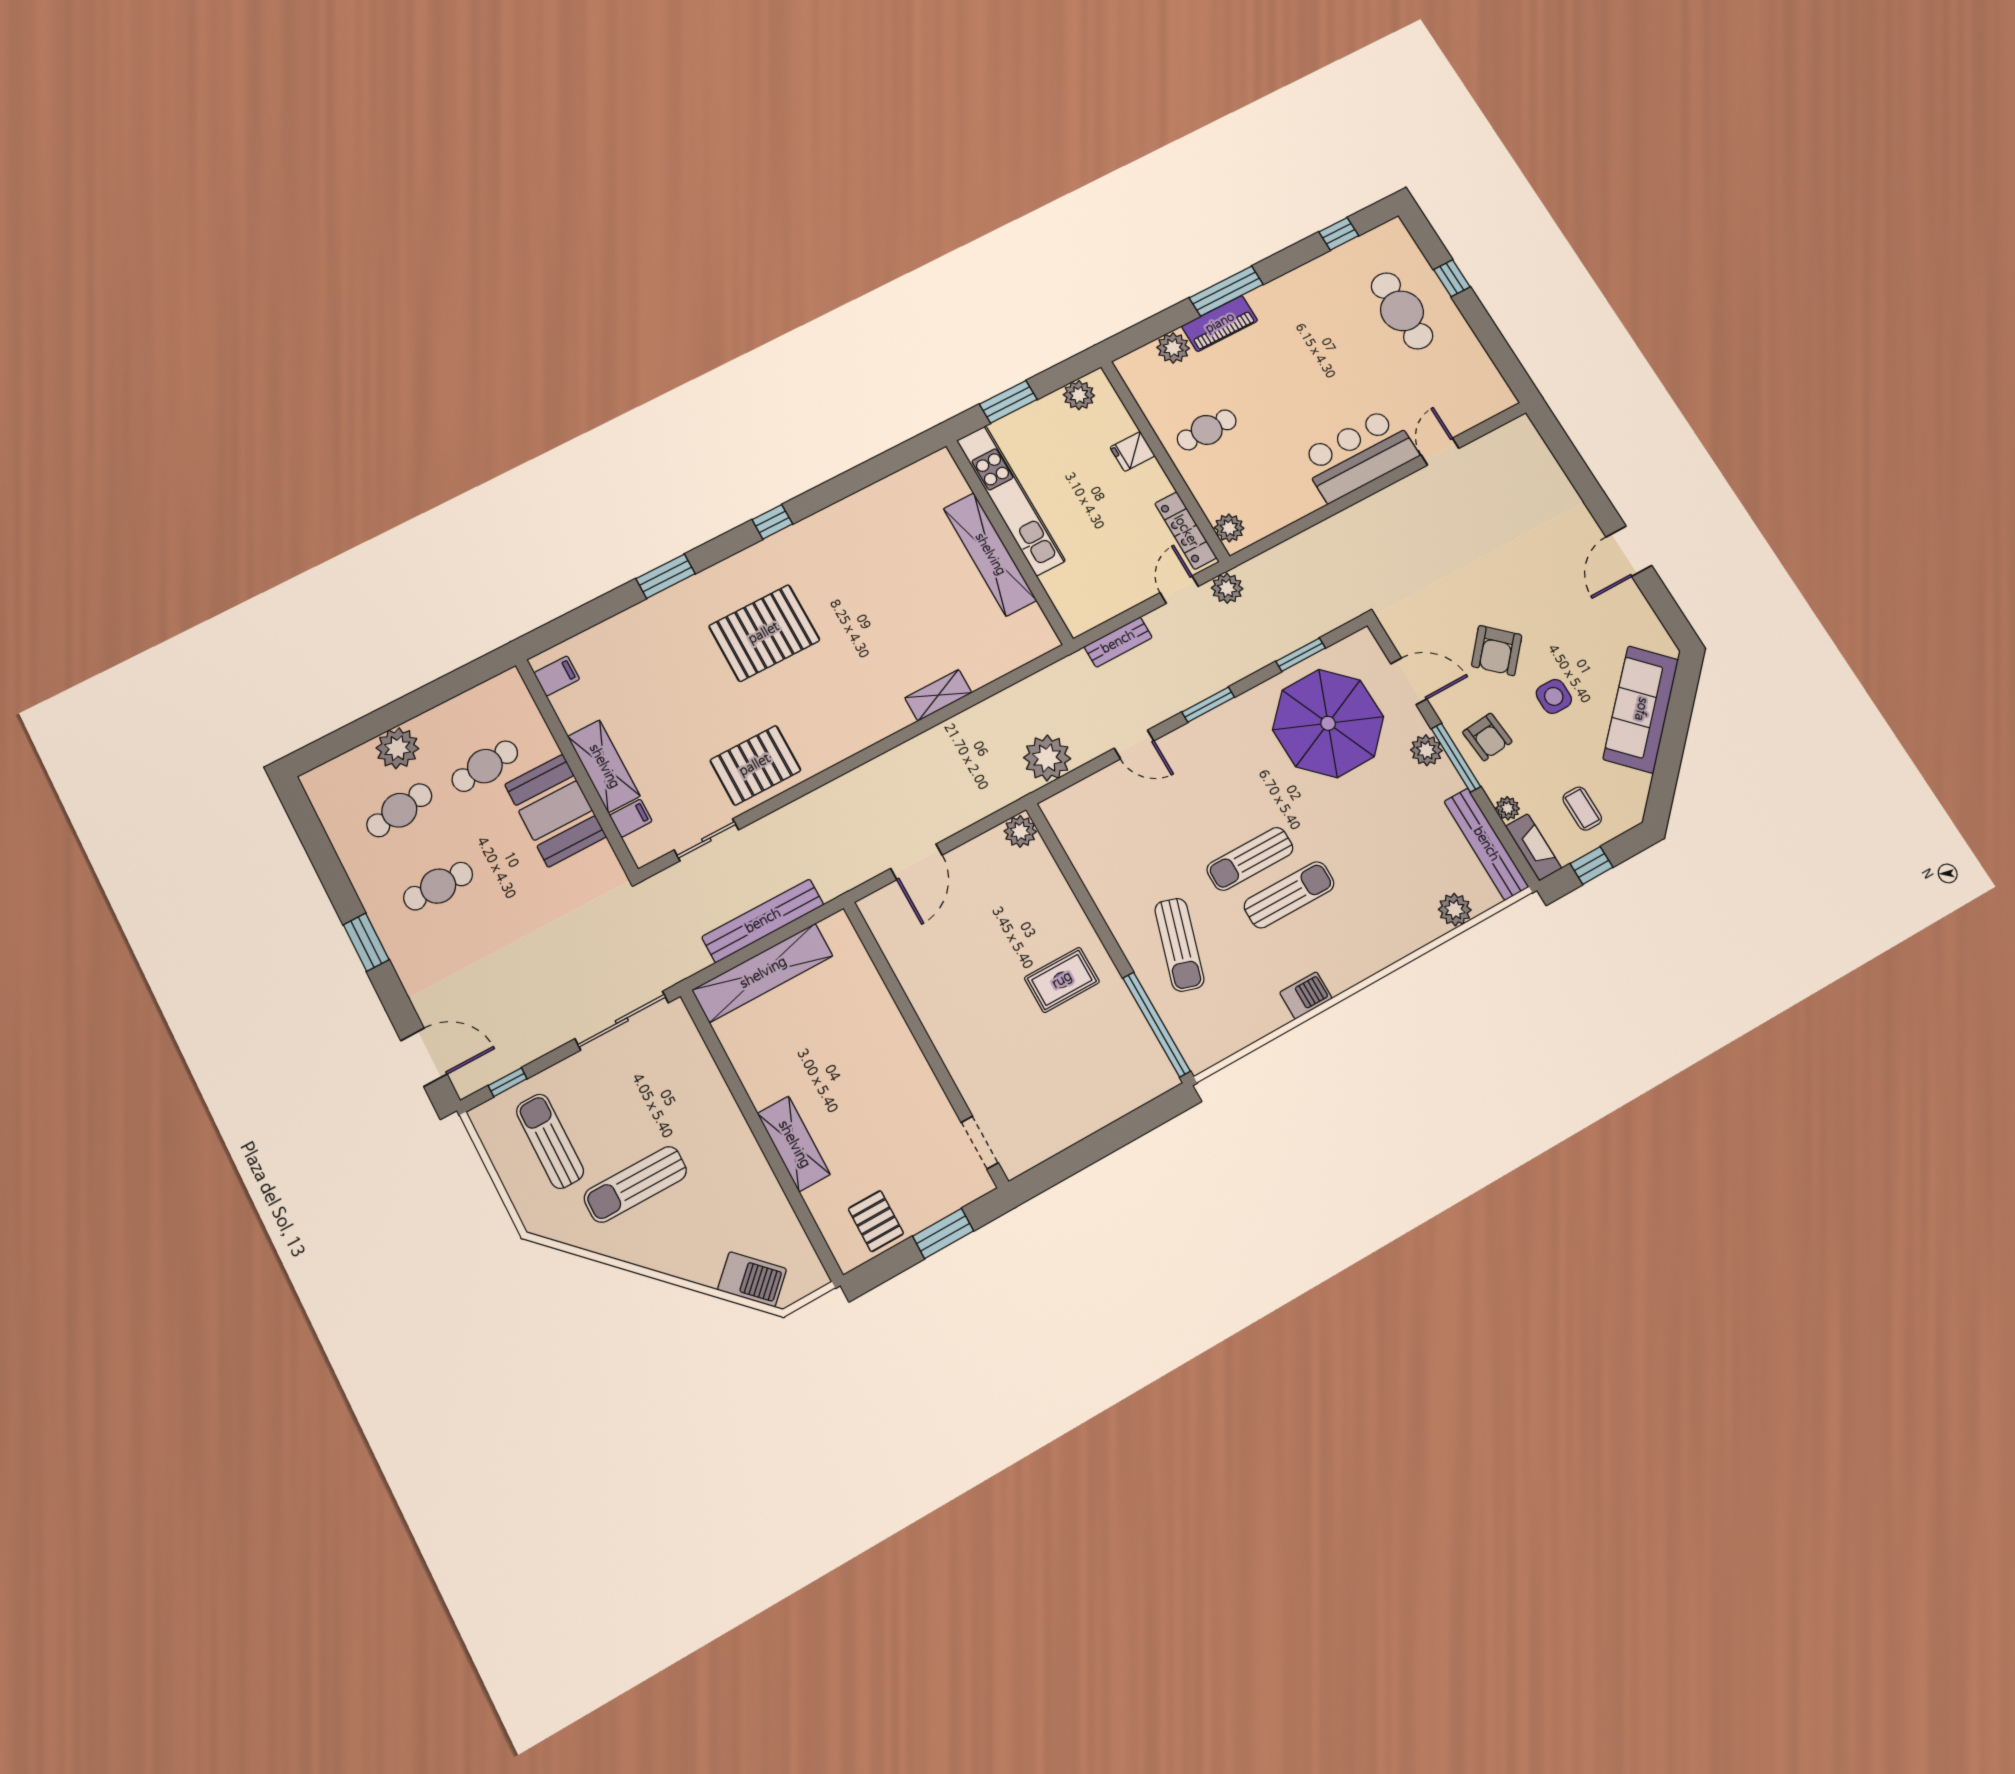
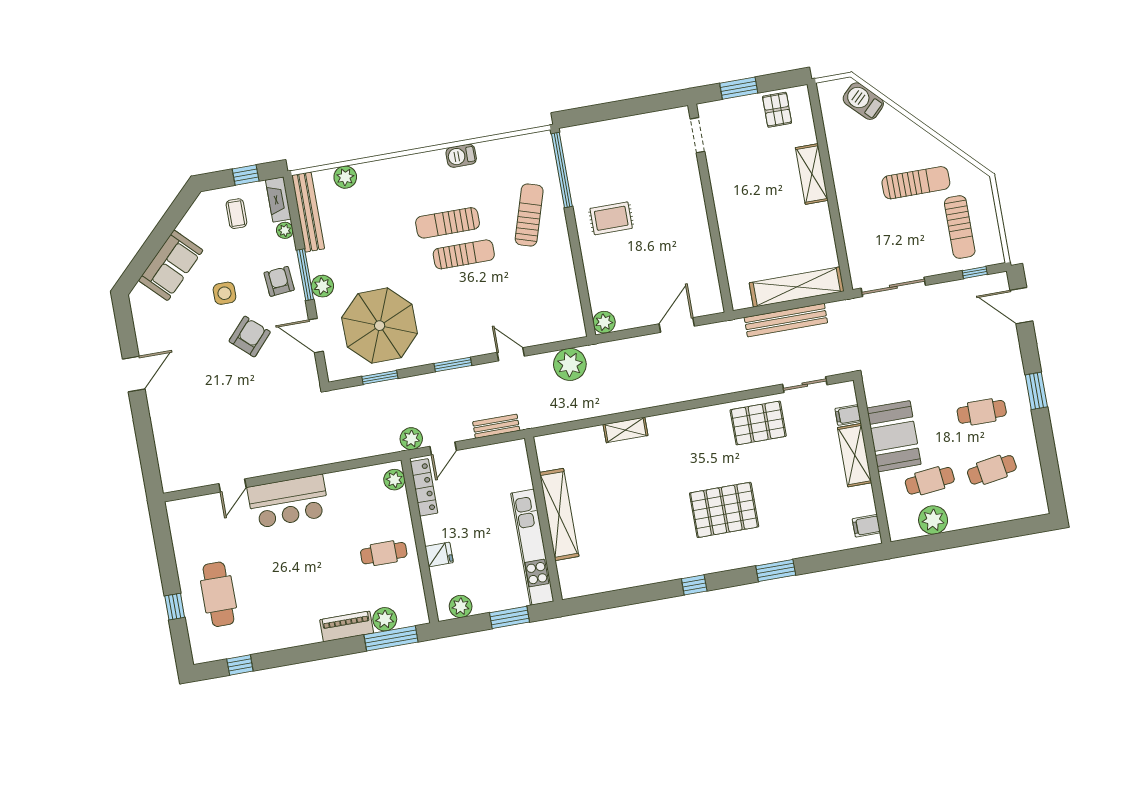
window: (1226, 291) -> (391, 638), moved
sofa: (1641, 709) -> (171, 265), width x0.73
plant: (397, 748) -> (933, 520), moved

